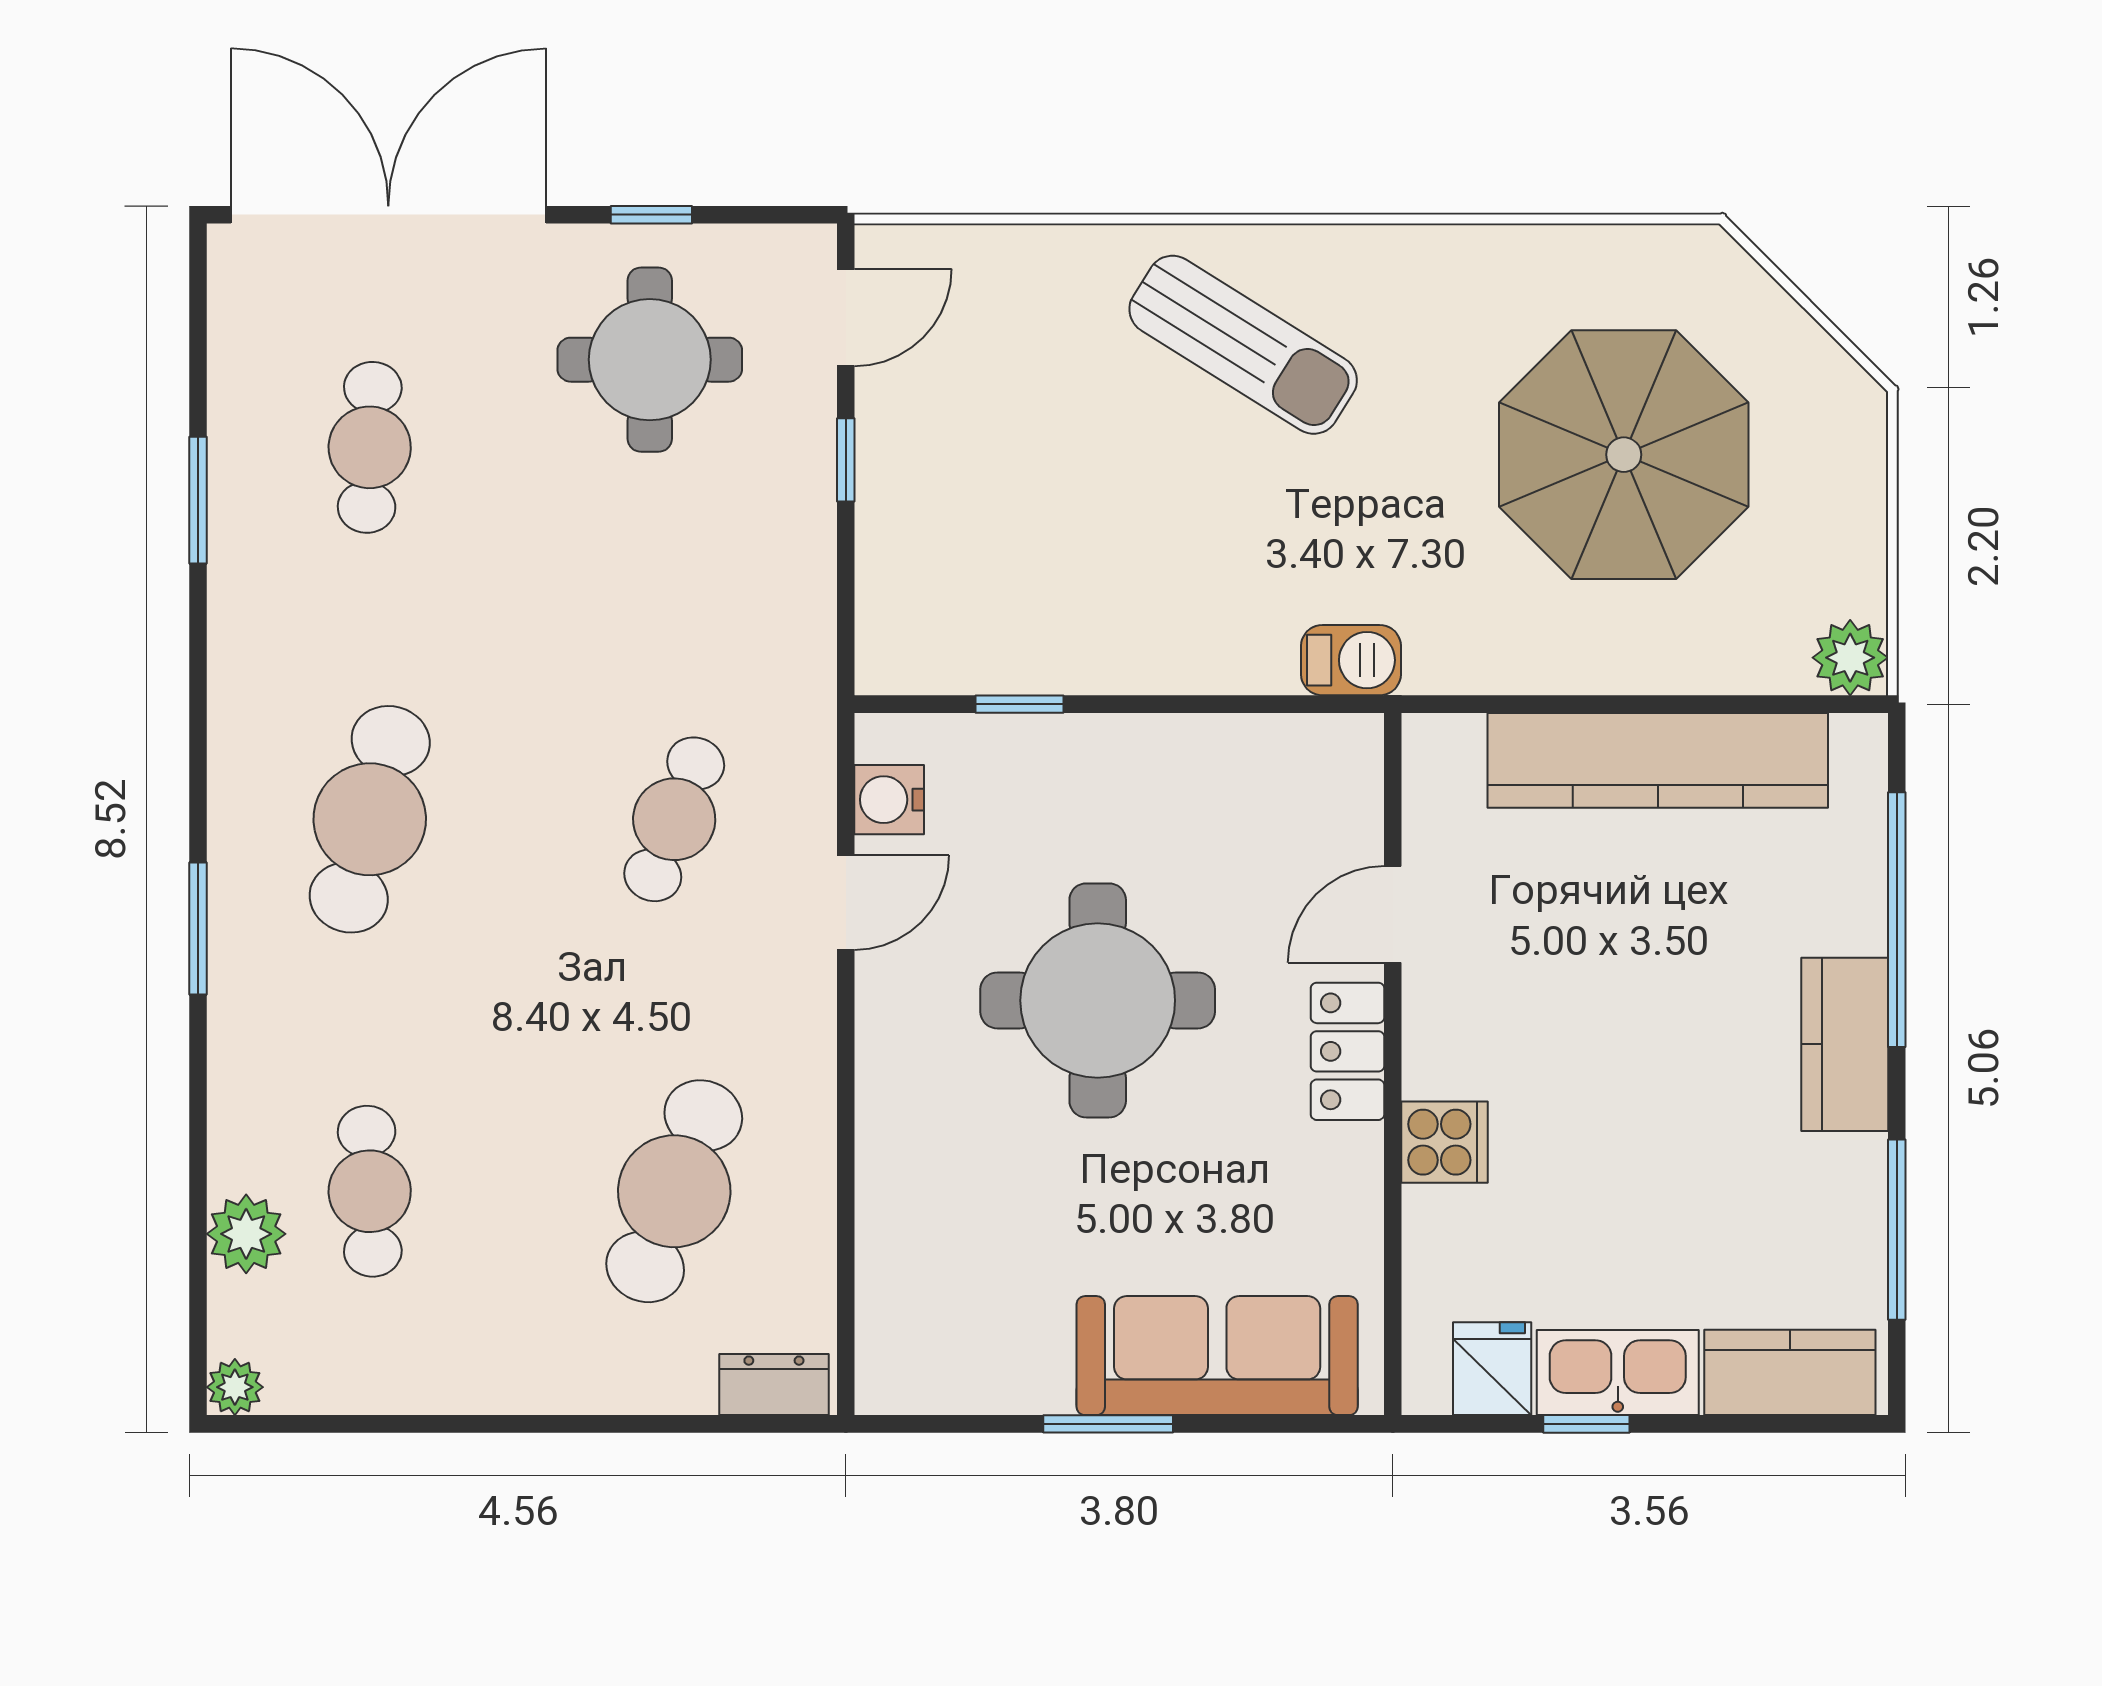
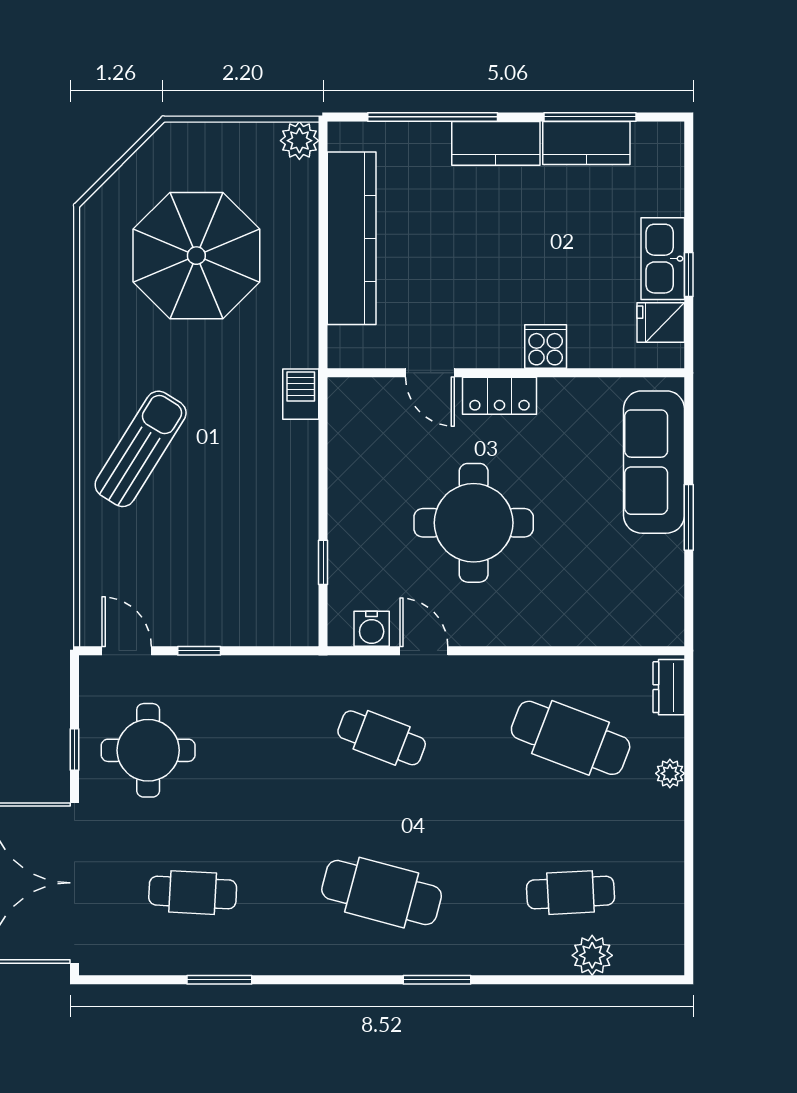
kitchen counter: (1790, 1372) -> (586, 143), moved, turned -90
plant: (235, 1387) -> (670, 773), moved

